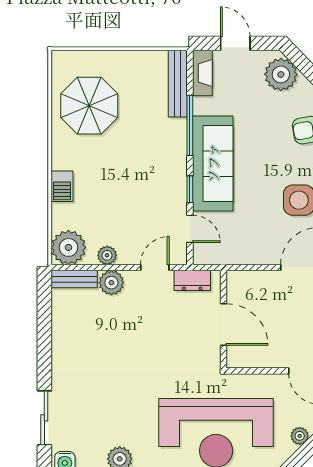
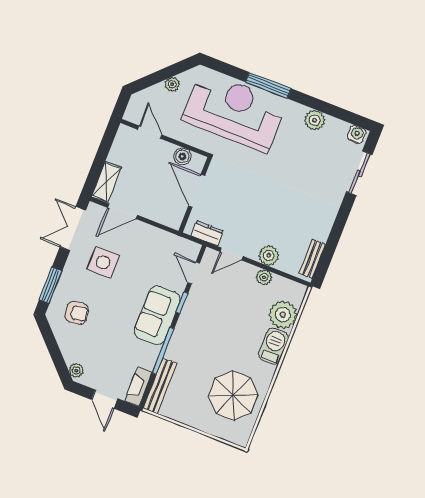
plant: (281, 74) -> (76, 370), width x0.53, depth x0.53
sofa: (213, 163) -> (157, 315), width x0.73
barbecue: (62, 186) -> (274, 346), width x1.38, depth x1.27
plant: (68, 247) -> (283, 315), moved
bench: (74, 279) -> (312, 259), moved, turned 90
boiler: (255, 358) -> (182, 156), added

